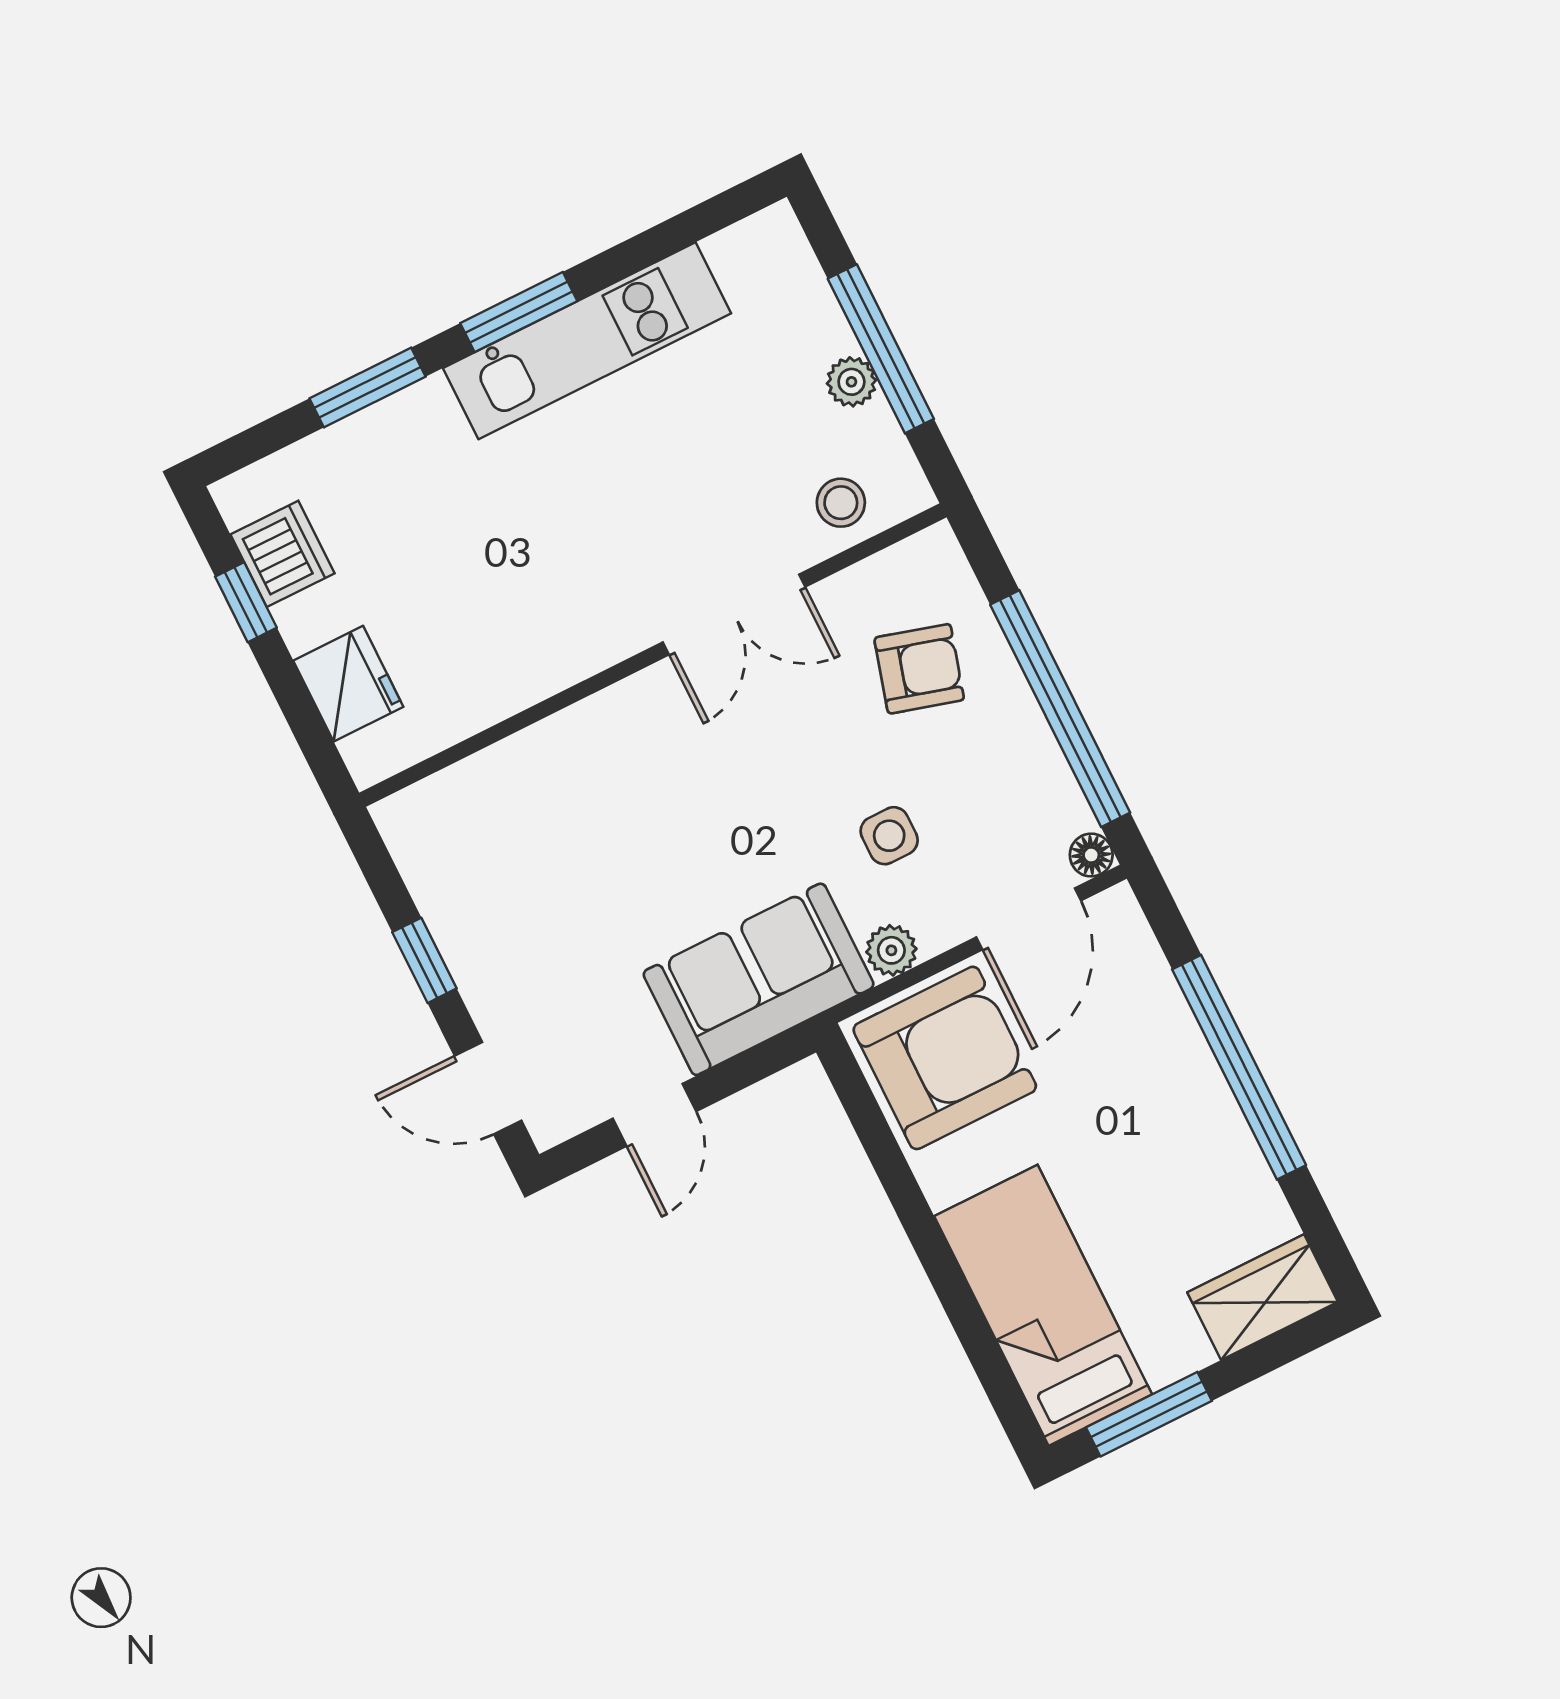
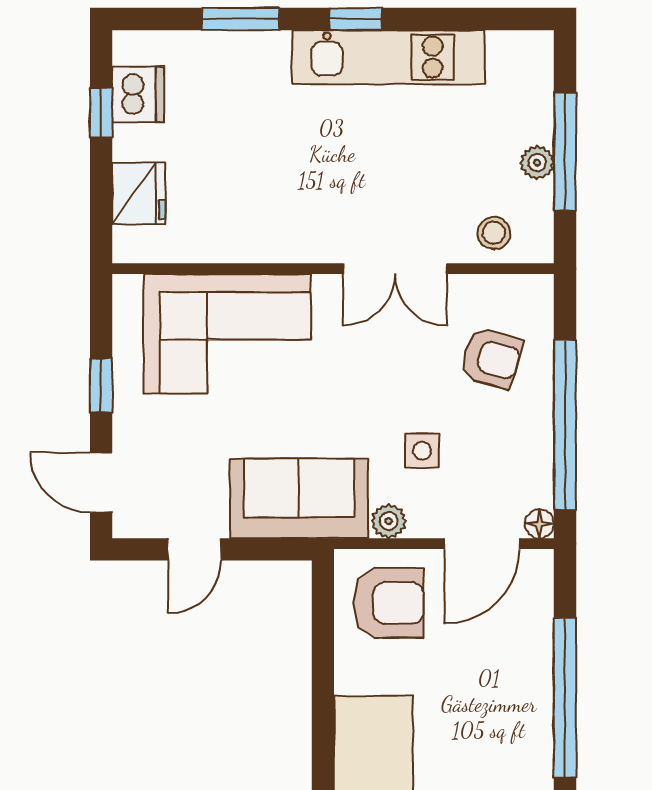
window: (519, 312) -> (356, 19), width x0.67
corner sofa: (556, 810) -> (227, 334), added
armchair: (945, 1058) -> (389, 603), width x0.73, depth x0.73

